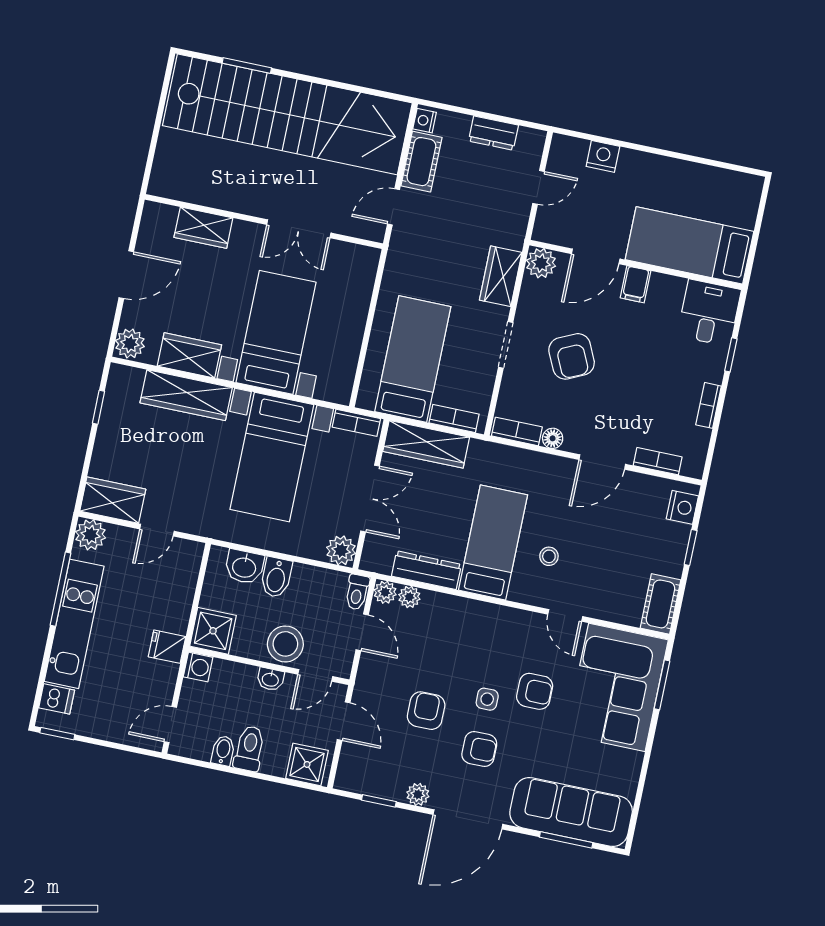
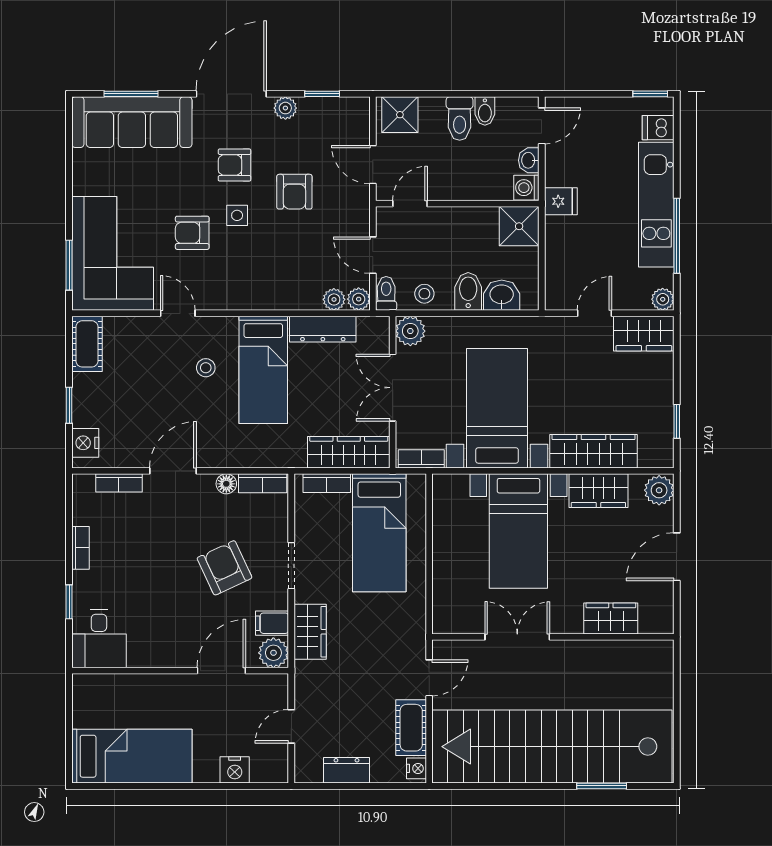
bed: (689, 245) -> (132, 756), moved
filing cabinet: (636, 284) -> (272, 623), moved, turned -90
plant: (91, 535) -> (663, 299), width x0.73, depth x0.73
stool: (285, 644) -> (424, 294), moved, width x0.53, depth x0.53
washbasin: (270, 679) -> (529, 160), moved, turned -90

